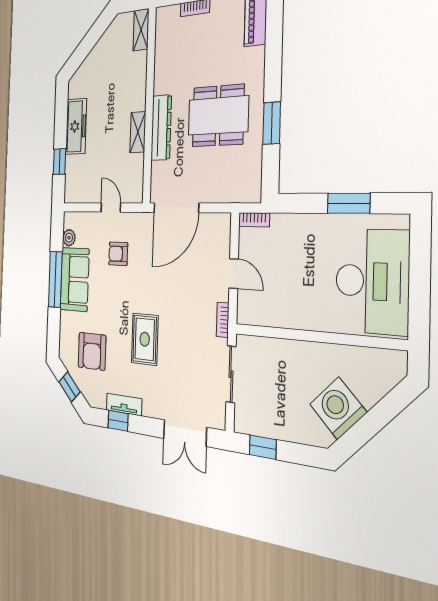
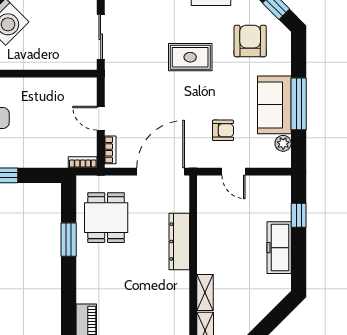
dining table: (218, 116) -> (106, 218), moved, width x0.73
shelving: (138, 132) -> (205, 293), moved
bookcase: (223, 320) -> (110, 150), moved
rug: (145, 339) -> (190, 57), turned 90

